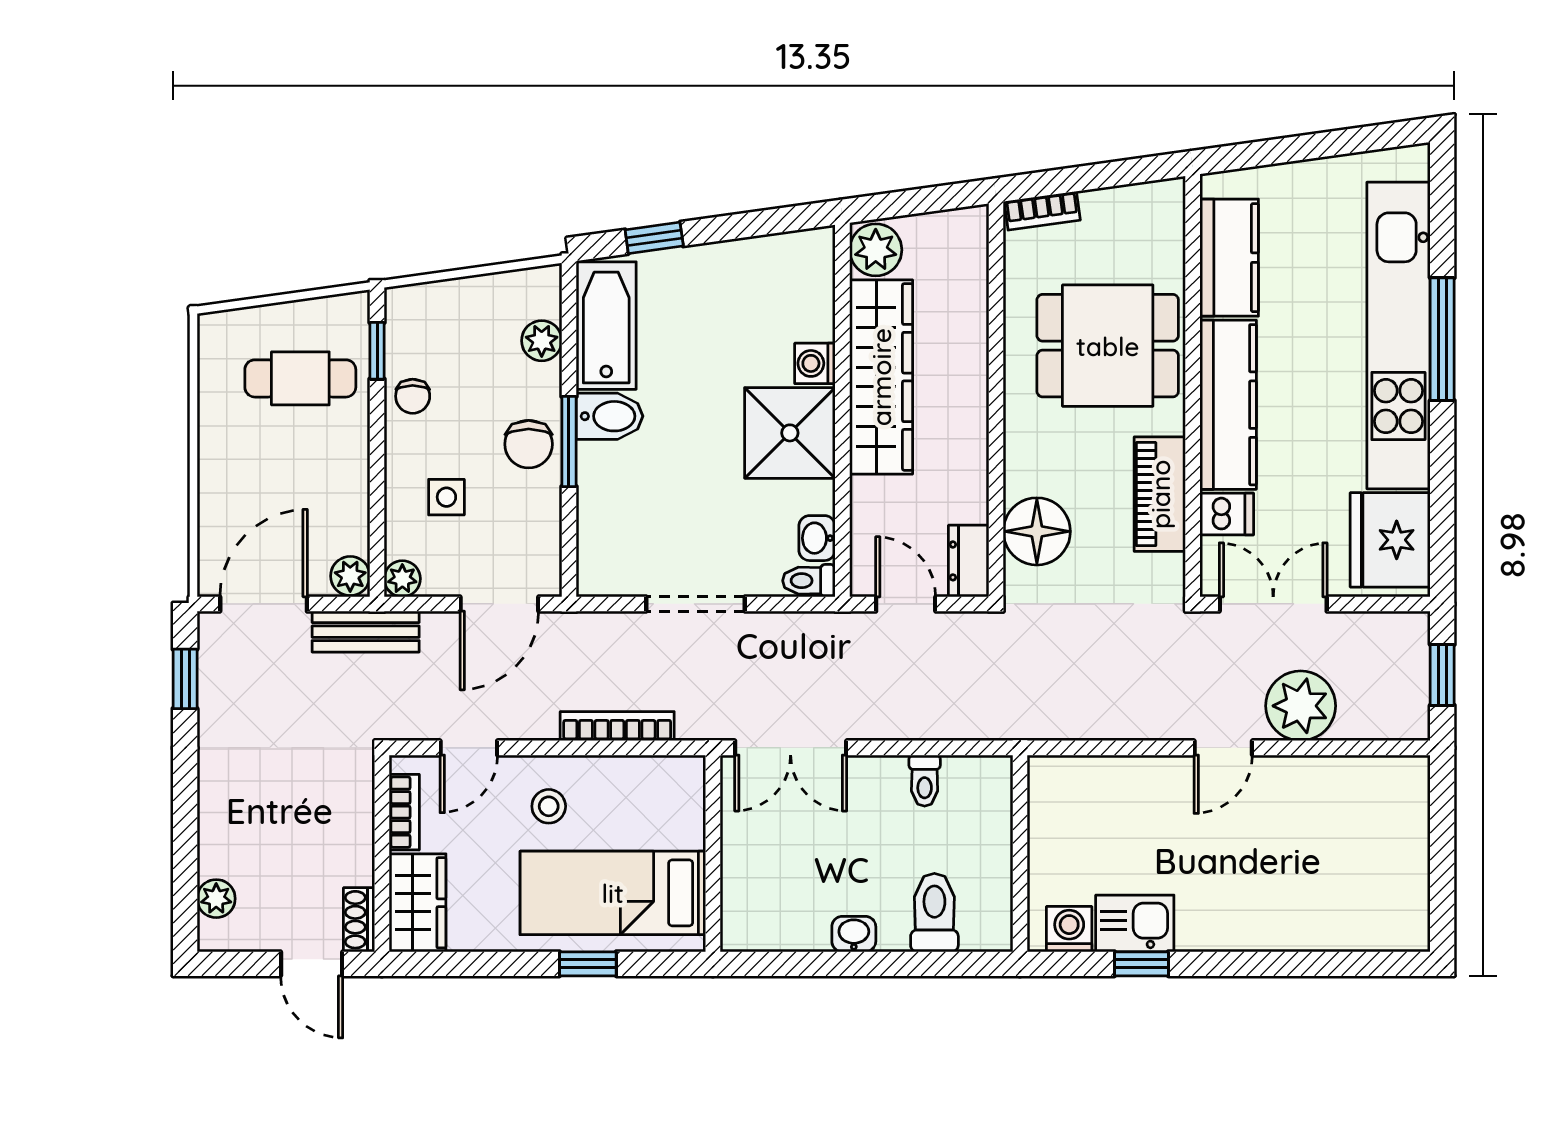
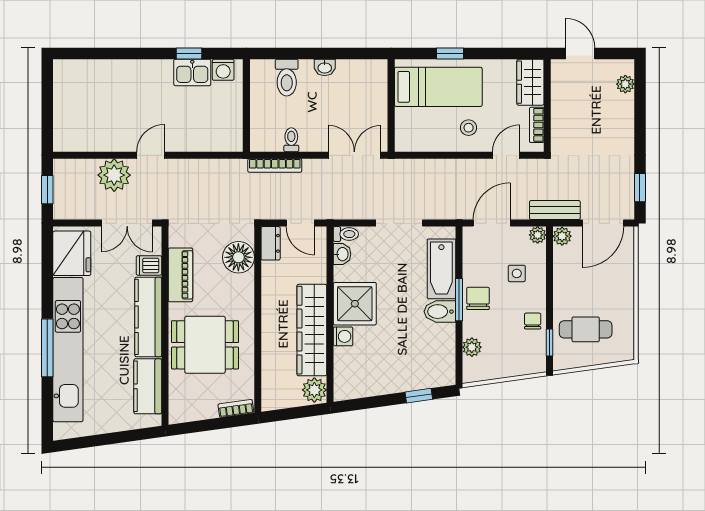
bathtub: (606, 326) -> (441, 269), moved
bookcase: (617, 726) -> (275, 165), moved
shoe rack: (359, 920) -> (558, 74), removed

